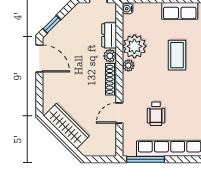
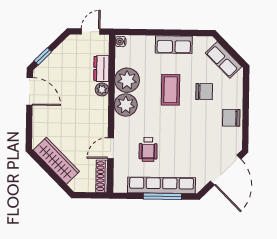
plant: (128, 65) -> (126, 105), width x1.88, depth x1.88
shoe rack: (111, 79) -> (102, 176), moved
window: (145, 159) -> (162, 196), moved

